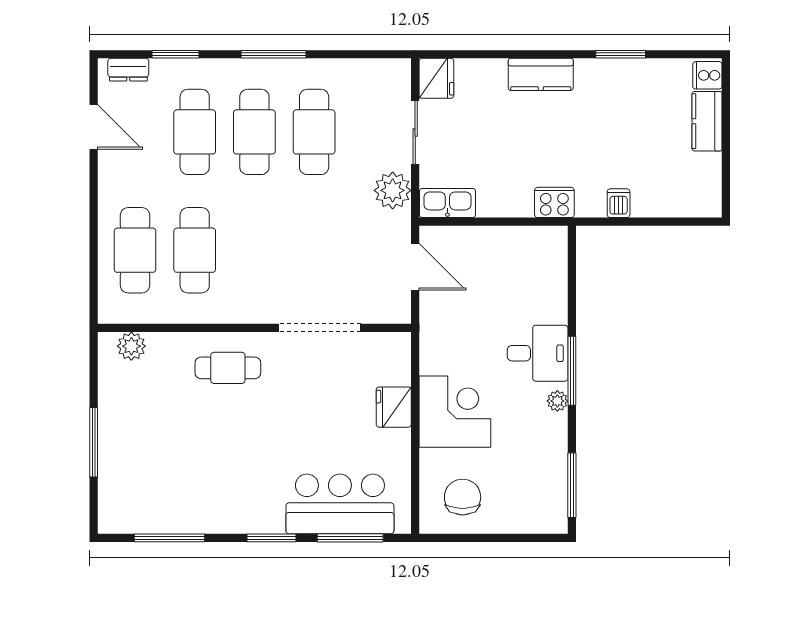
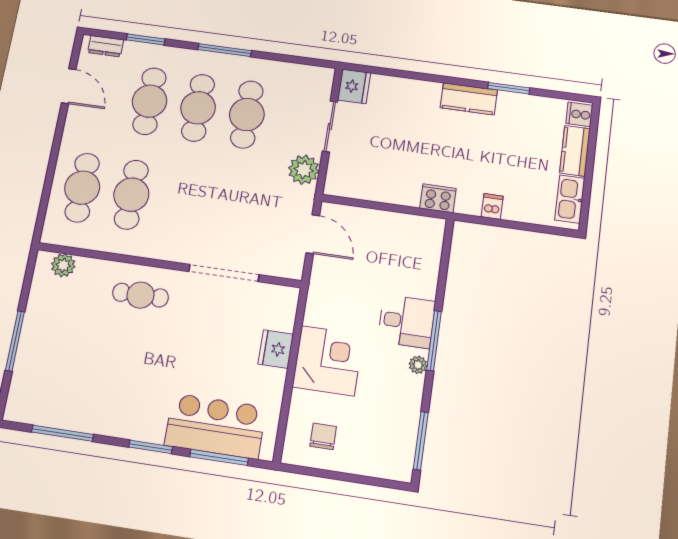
kitchen counter: (541, 74) -> (469, 99), moved
kitchen sink: (447, 203) -> (570, 199), moved, turned -90
chair: (463, 497) -> (323, 436), width x0.73, depth x0.73

